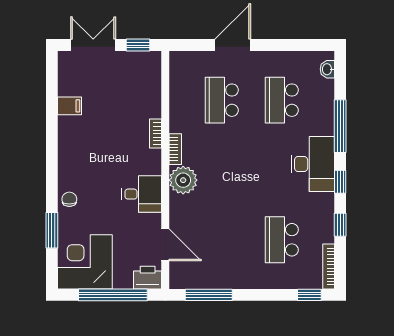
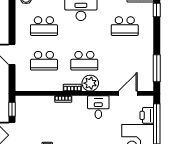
school desk: (222, 170) -> (84, 61), added
printer: (148, 278) -> (147, 115), moved

